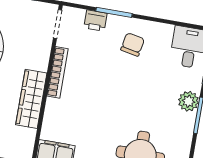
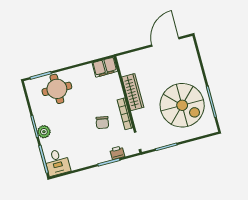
chair: (133, 44) -> (102, 123), moved

